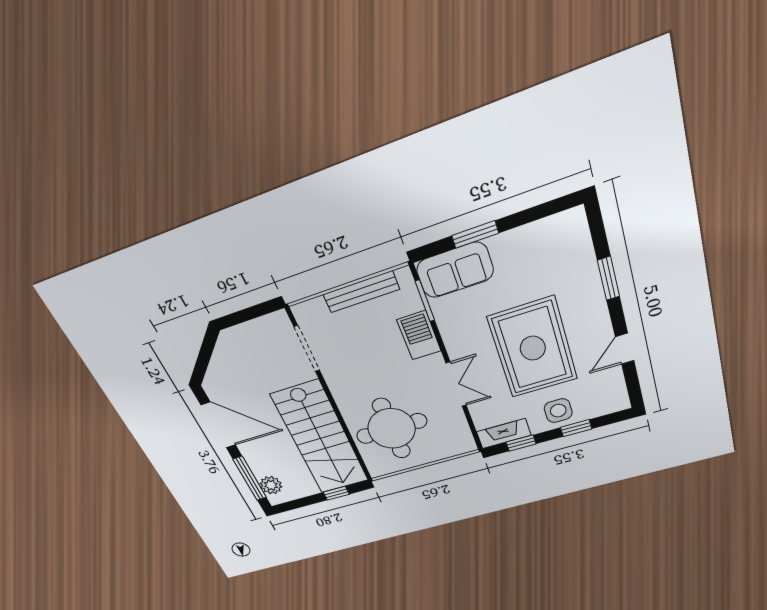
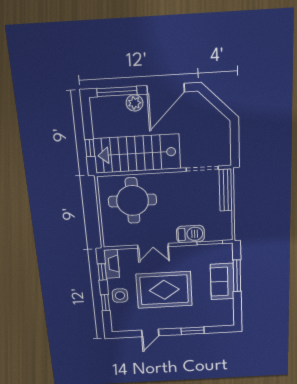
window: (475, 234) -> (237, 276), width x1.44
sofa: (455, 270) -> (222, 282), moved
bench: (361, 292) -> (226, 190), moved
door: (625, 349) -> (150, 333), swing flipped
plant: (271, 485) -> (135, 103), moved

